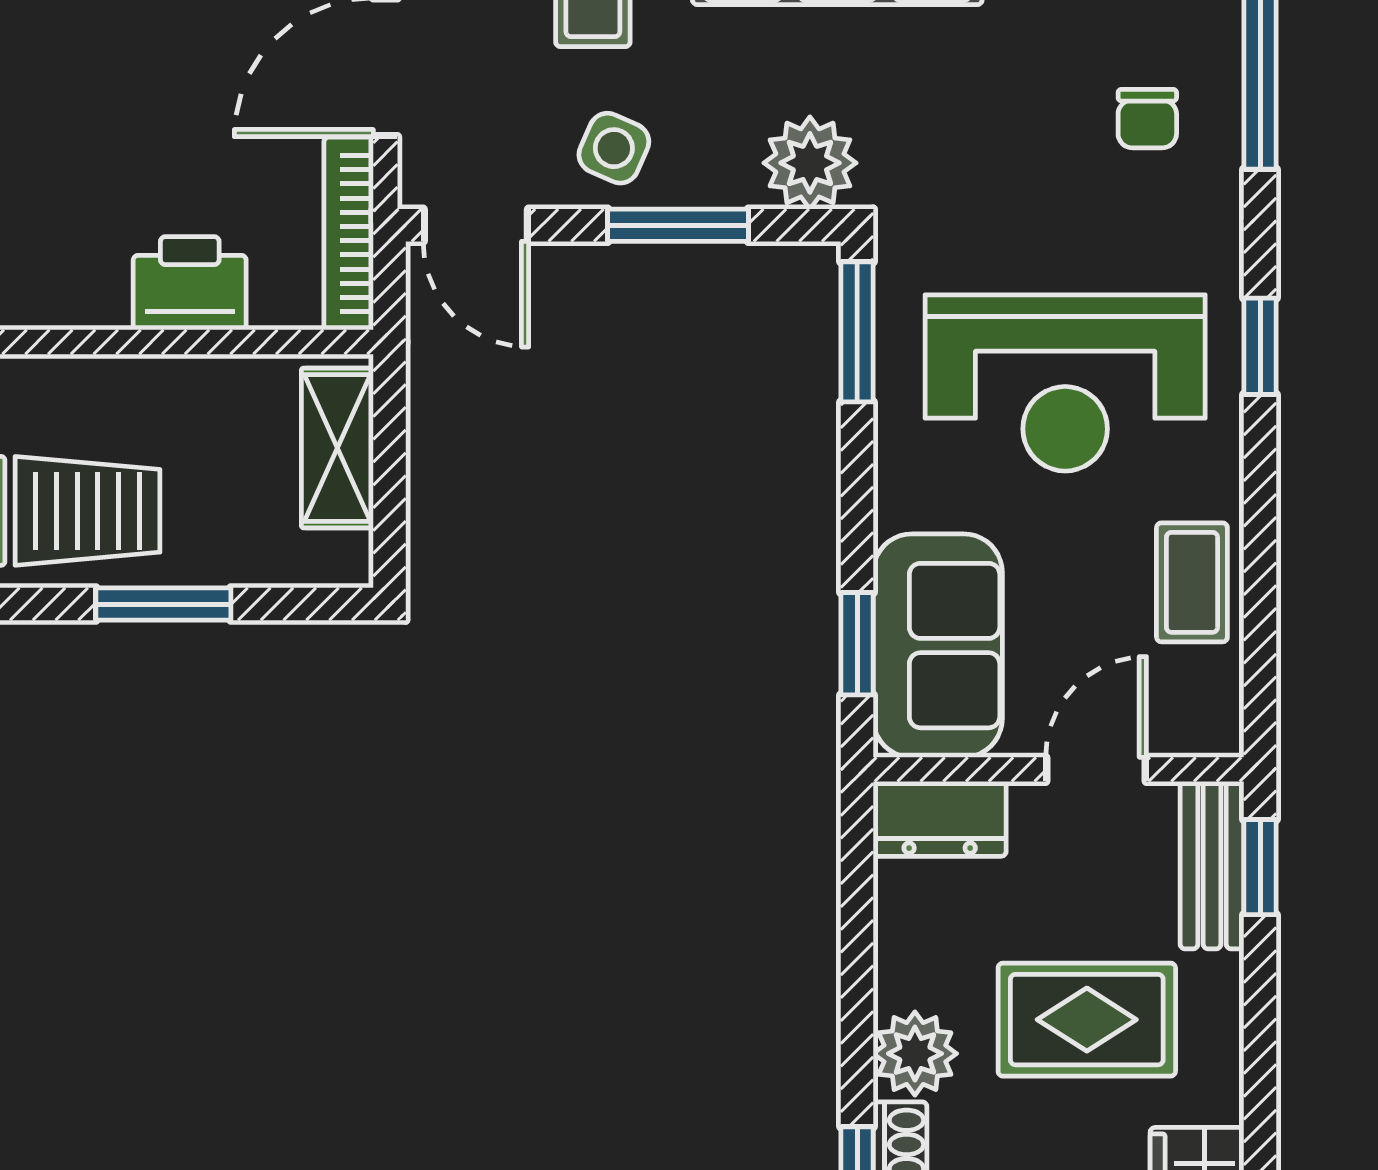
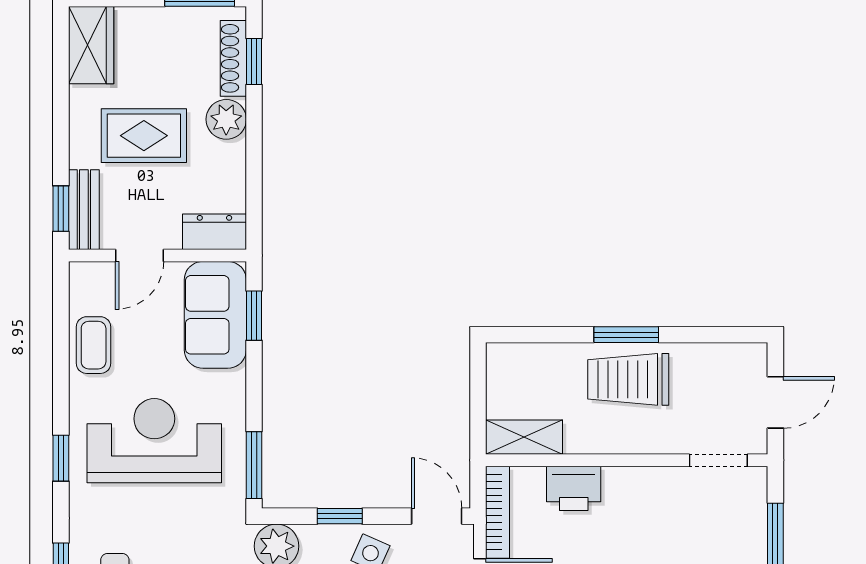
window: (678, 225) -> (340, 516), width x0.67
shelving: (337, 448) -> (524, 437), moved, turned 90
window: (163, 604) -> (626, 335), moved

